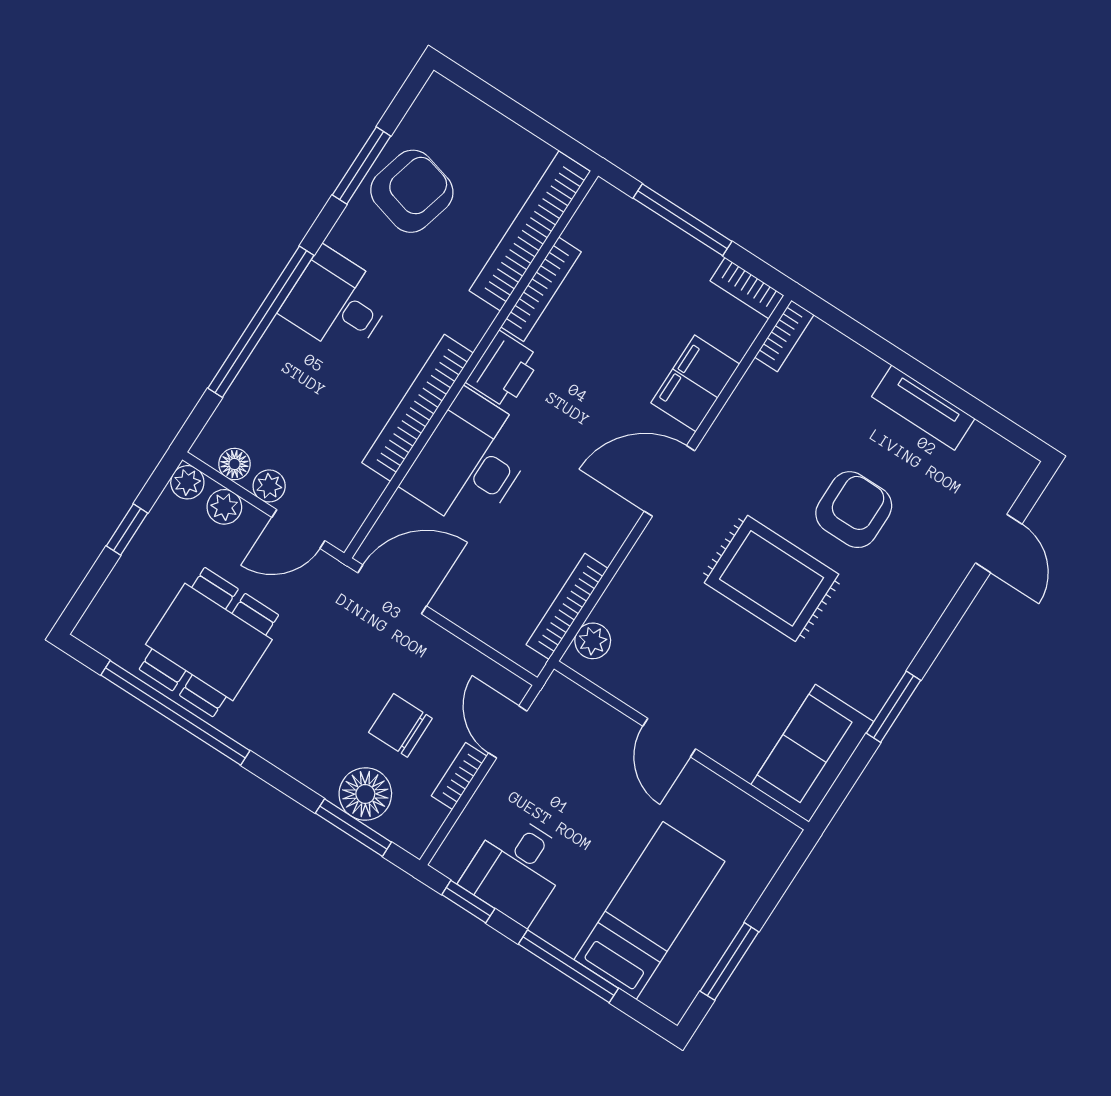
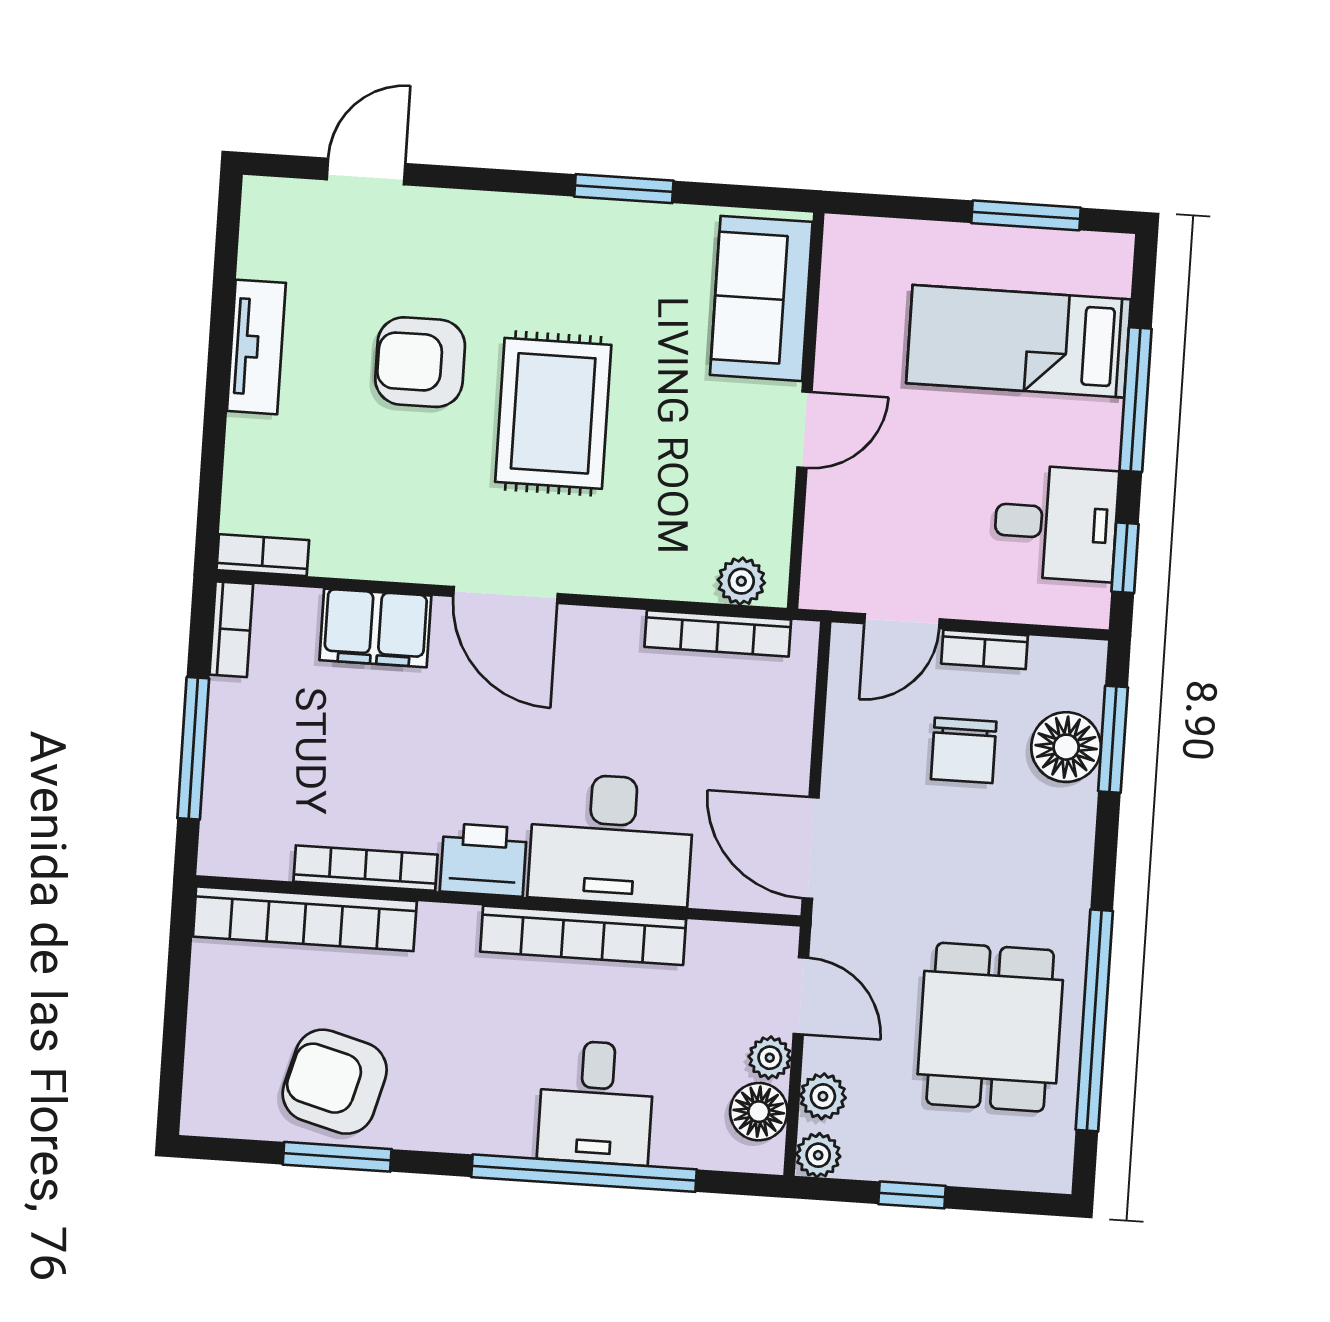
desk: (337, 302) -> (596, 1102), moved
floor lamp: (234, 464) -> (759, 1112), width x1.37, depth x1.37
dining table: (209, 642) -> (990, 1027), turned 90
sofa: (812, 753) -> (761, 298), moved, turned 90

